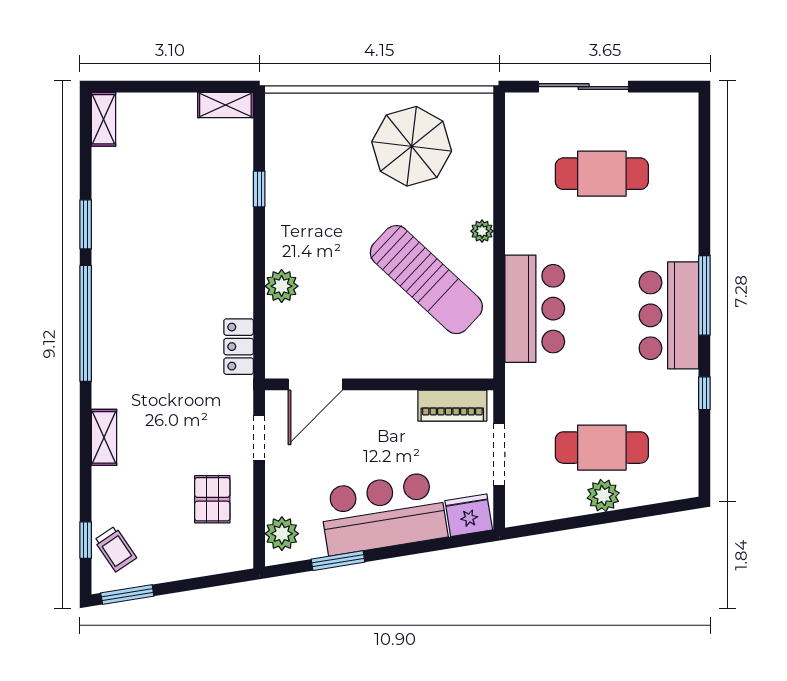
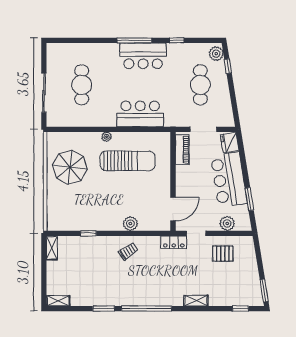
sun lounger: (426, 280) -> (128, 161), turned 47
locker: (239, 347) -> (174, 242), moved
door: (315, 384) -> (173, 209), hinge flipped
plant: (603, 495) -> (216, 54), moved
window: (645, 511) -> (228, 66), added
plant: (282, 534) -> (227, 223), moved
trolley: (115, 549) -> (128, 251), moved

